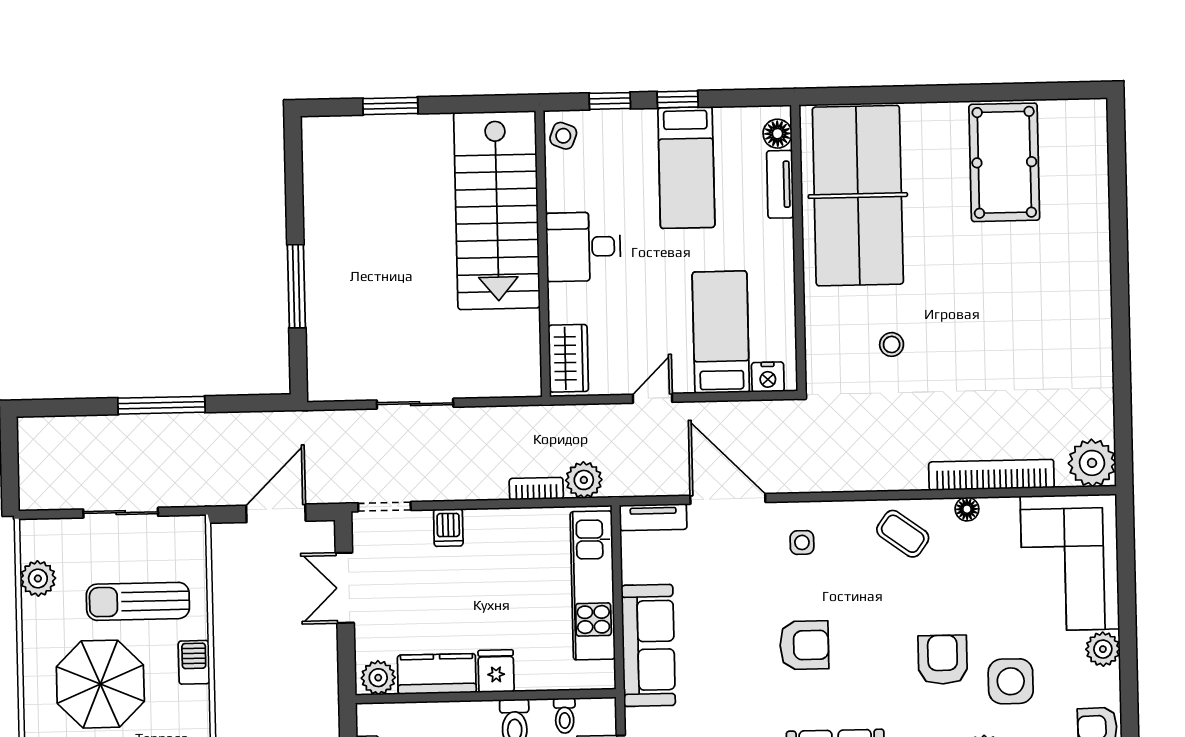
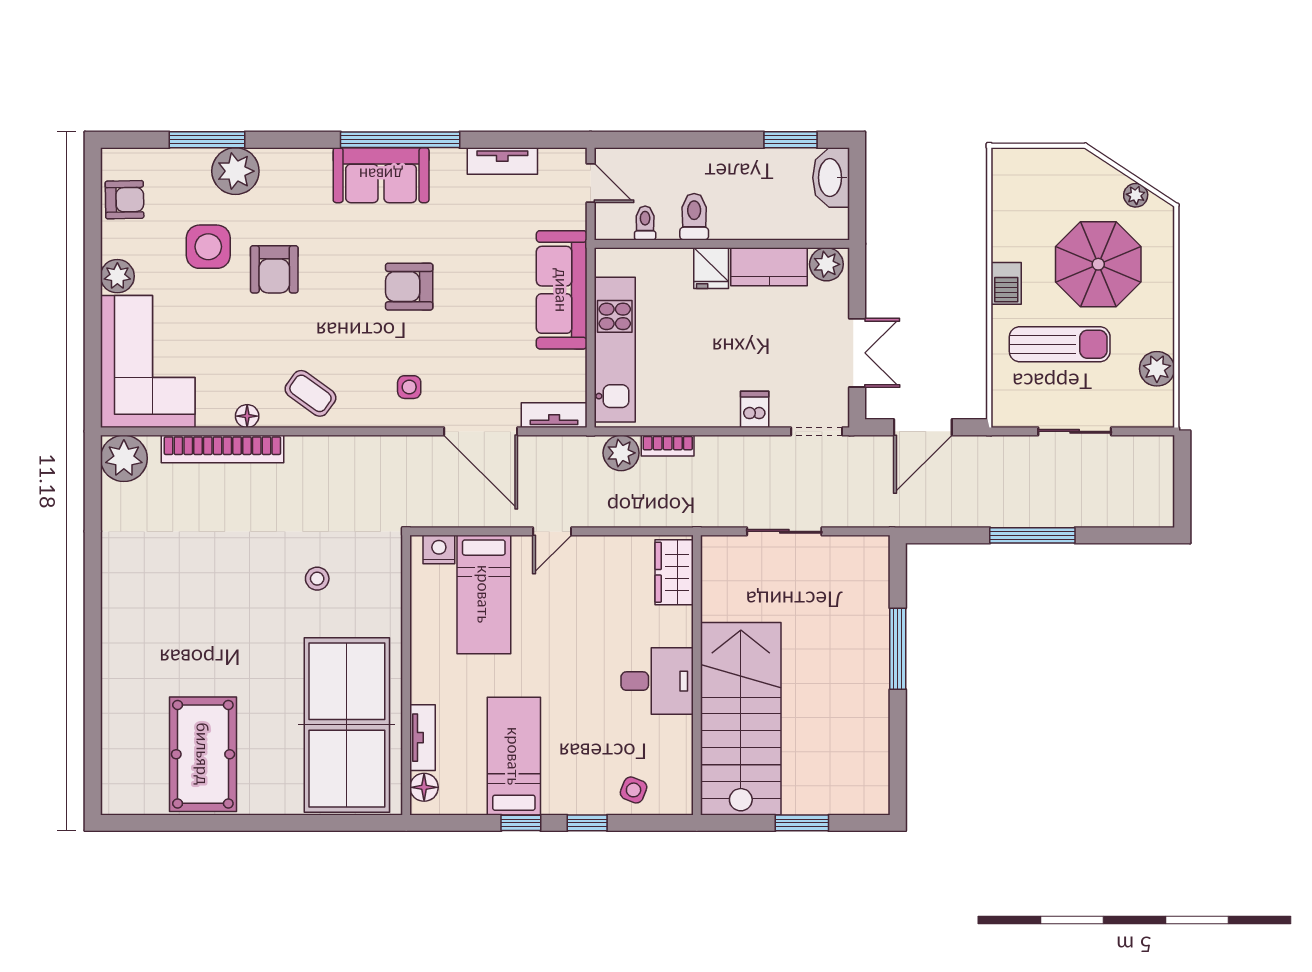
stairs: (497, 210) -> (741, 719), moved
desk: (583, 247) -> (657, 681), moved
wall: (543, 254) -> (697, 675), moved
wardrobe: (568, 358) -> (674, 572), moved

